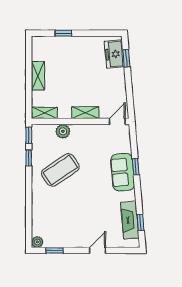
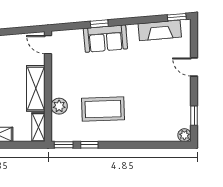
shelving: (85, 113) -> (36, 88), width x1.50, depth x1.33
coffee table: (60, 170) -> (103, 109), turned -58
window: (140, 222) -> (177, 17), moved

